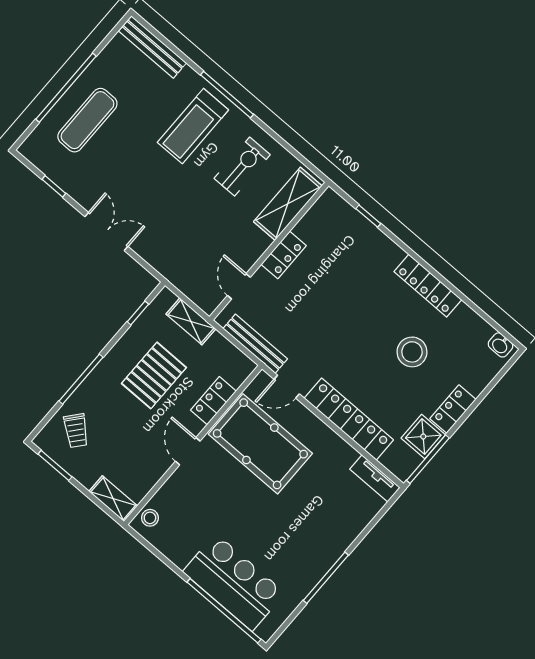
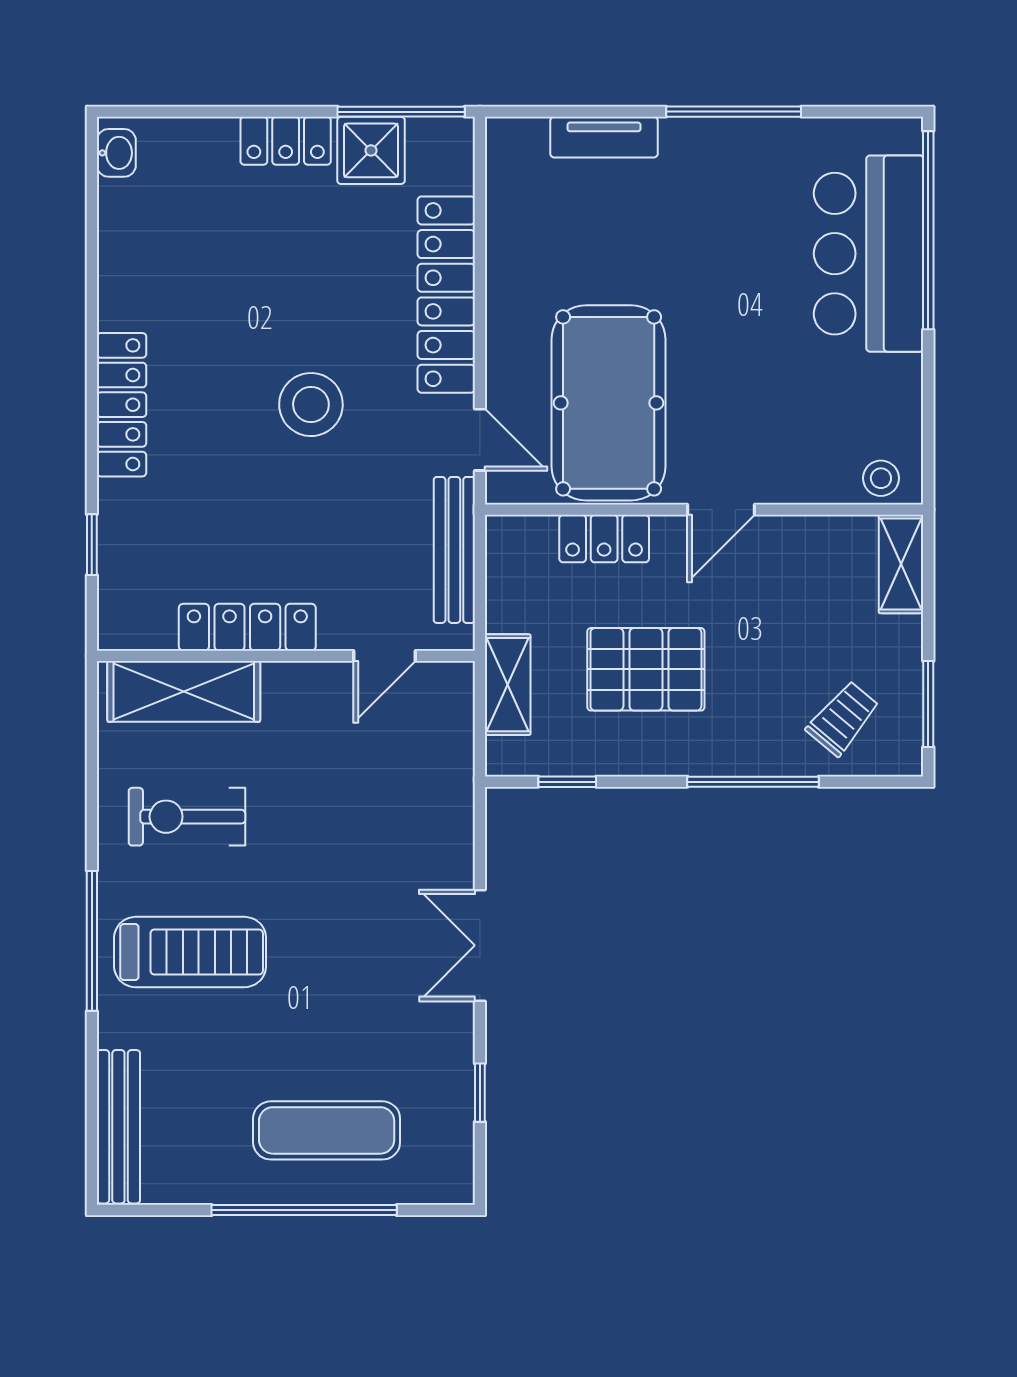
locker: (284, 255) -> (247, 627), width x1.53
locker: (428, 286) -> (122, 405), moved
stool: (412, 352) -> (311, 405), moved
tv unit: (375, 478) -> (604, 137), moved, turned 90

